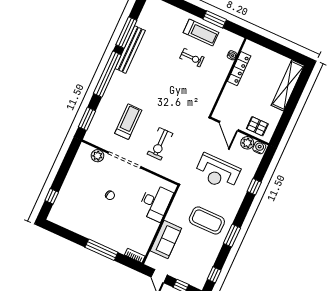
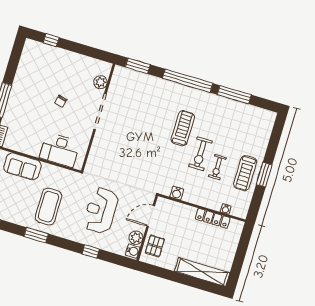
window: (215, 19) -> (264, 175), moved
bench: (130, 50) -> (217, 101), removed
water cooler: (211, 99) -> (177, 193), added
treadmill: (128, 122) -> (183, 128), moved, turned -90
exercise bike: (160, 144) -> (200, 154), moved, turned -90

